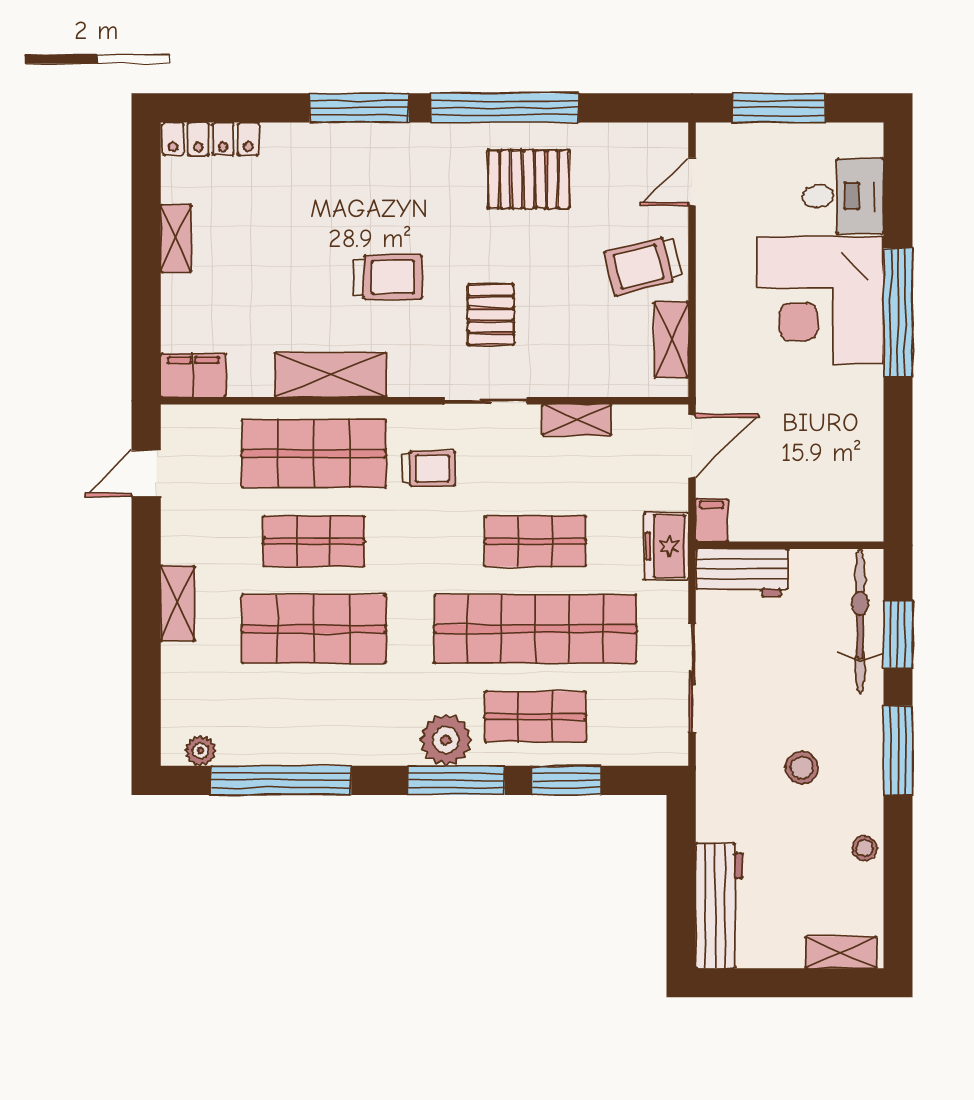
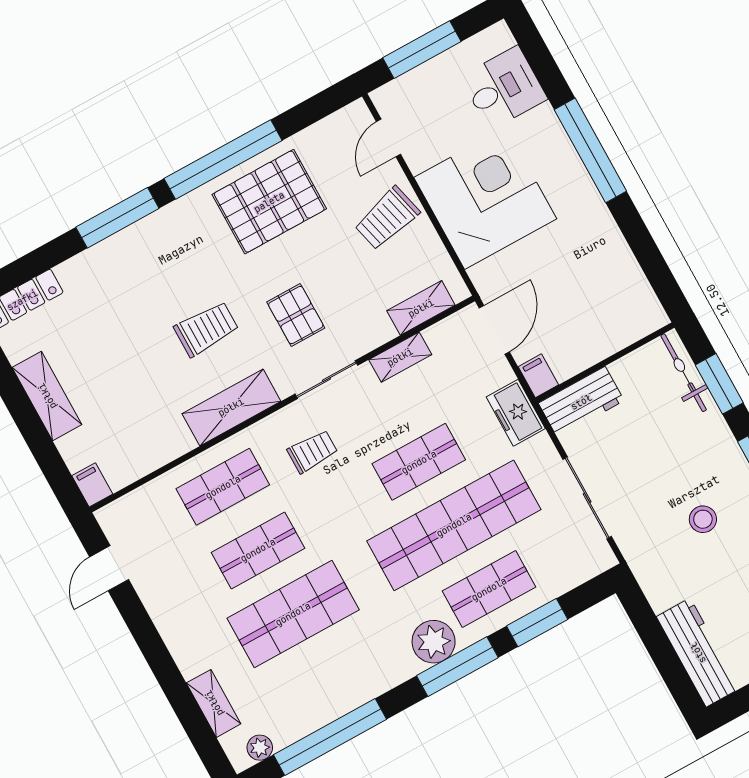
pallet: (529, 179) -> (269, 202), width x1.37, depth x1.41
shelving: (176, 238) -> (47, 396), width x1.50, depth x1.33
corner desk: (820, 300) -> (485, 198), moved, turned 180
shelving: (671, 340) -> (421, 308), moved, turned 90
filing cabinet: (193, 375) -> (92, 485), width x0.50
shelving: (331, 375) -> (231, 407), moved
shop shelf: (314, 454) -> (223, 487), width x0.70, depth x0.74
shelving: (178, 603) -> (214, 703), moved
bicycle: (860, 621) -> (684, 373), width x0.73, depth x0.71

